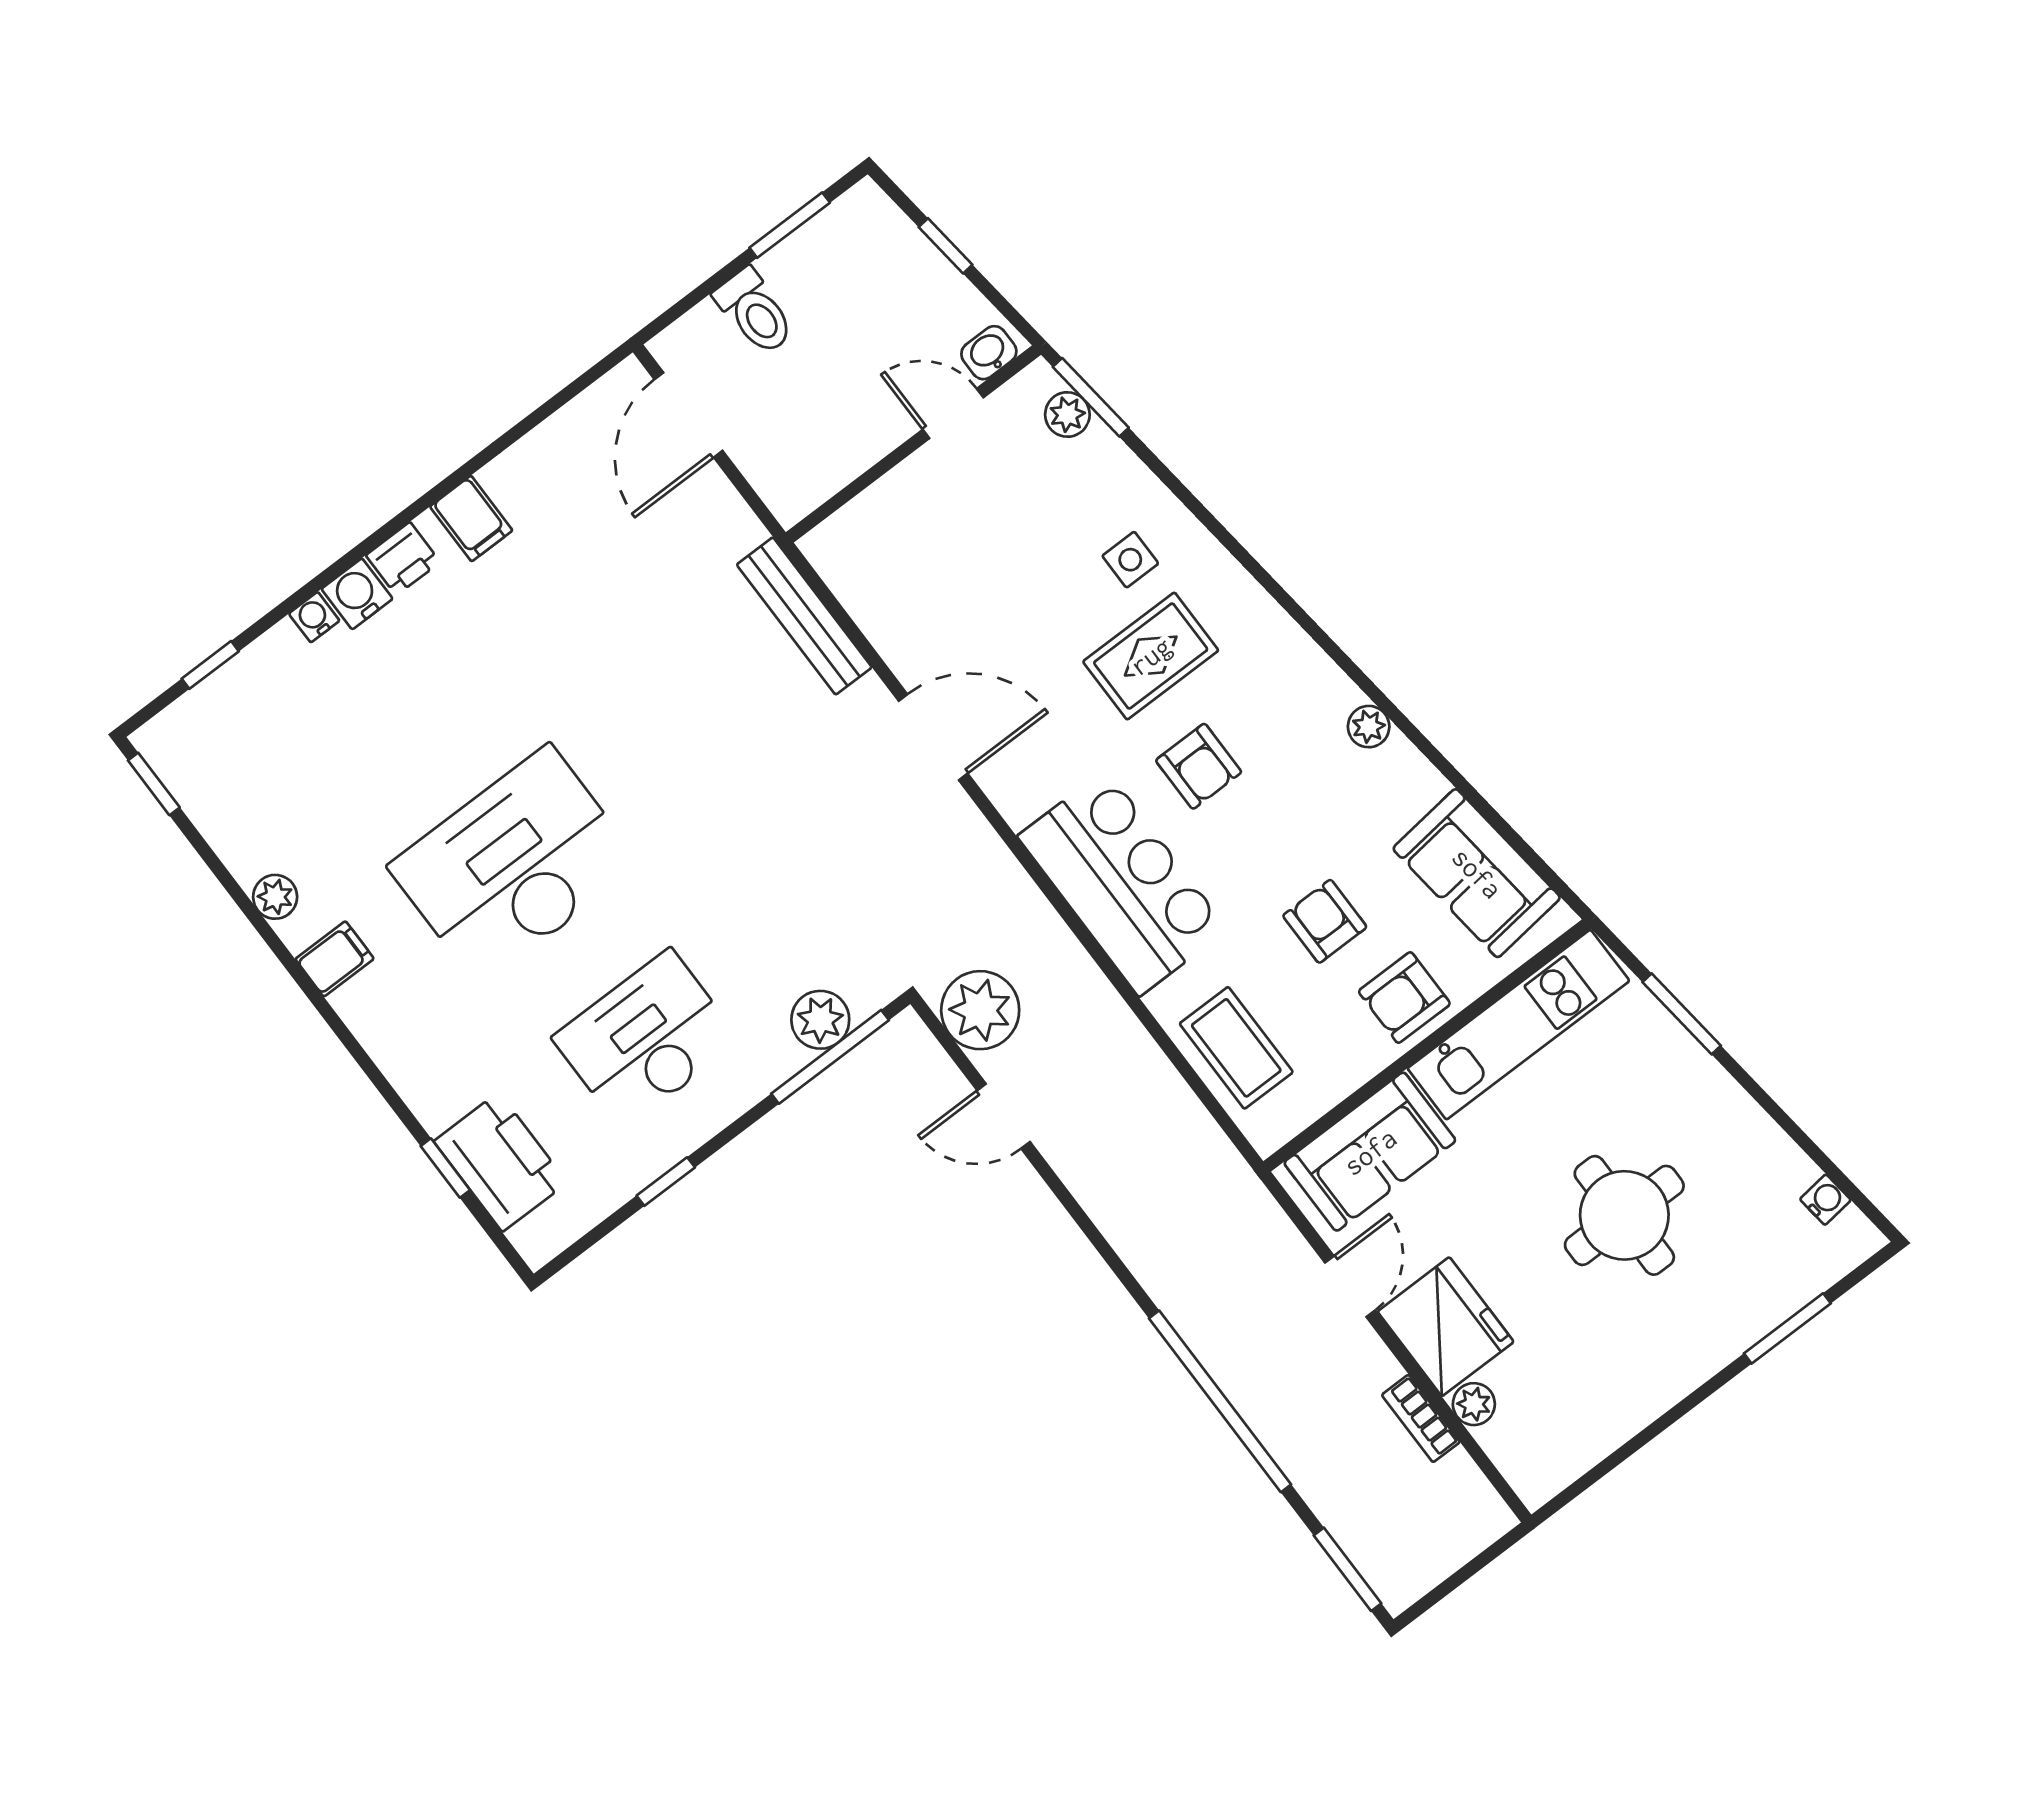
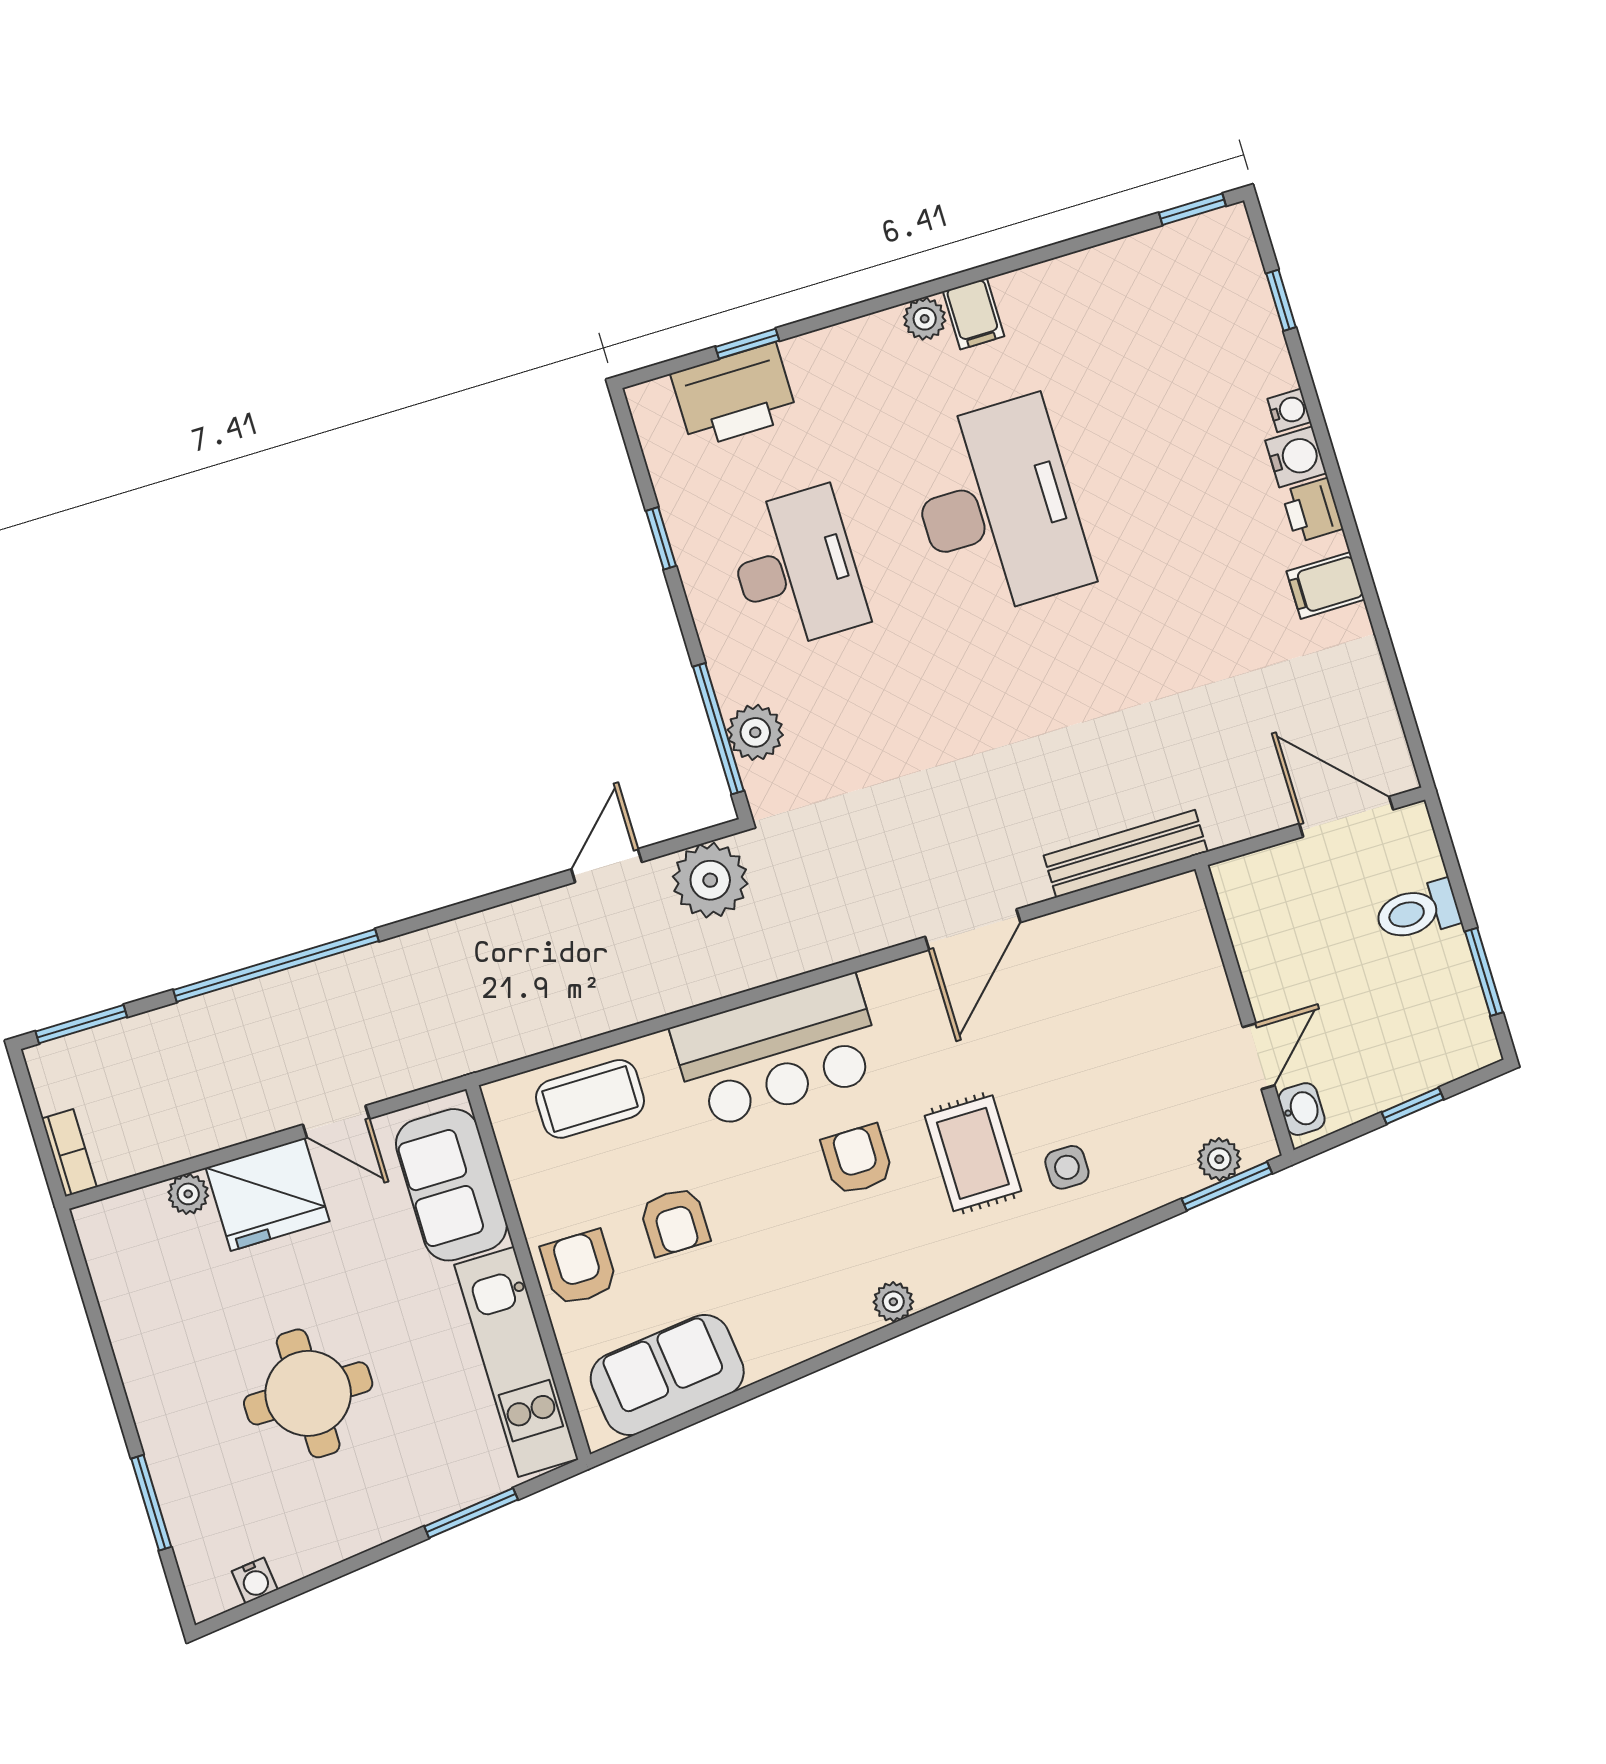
plant: (1369, 727) -> (893, 1302), moved
armchair: (1199, 766) -> (857, 1160), turned 90
plant: (275, 897) -> (925, 319), moved
armchair: (1325, 921) -> (675, 1221), turned 90
bookcase: (1421, 1418) -> (69, 1153), moved, turned 90

